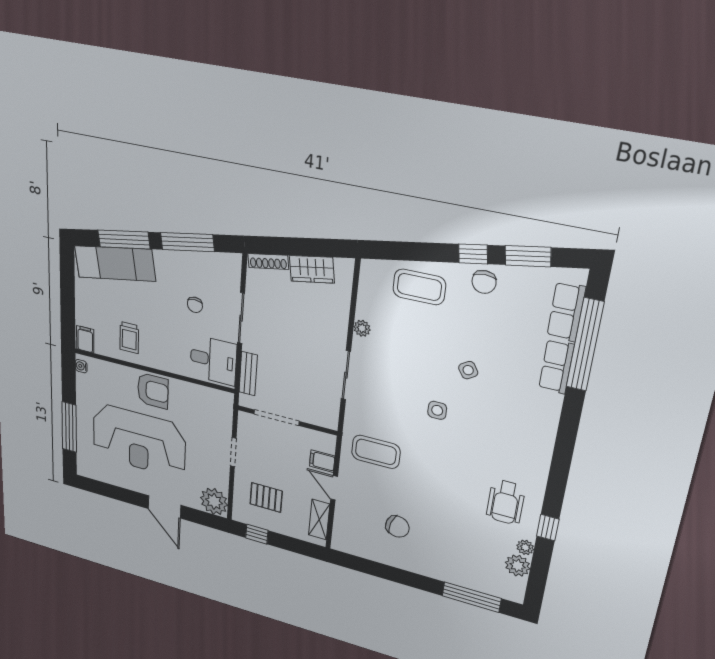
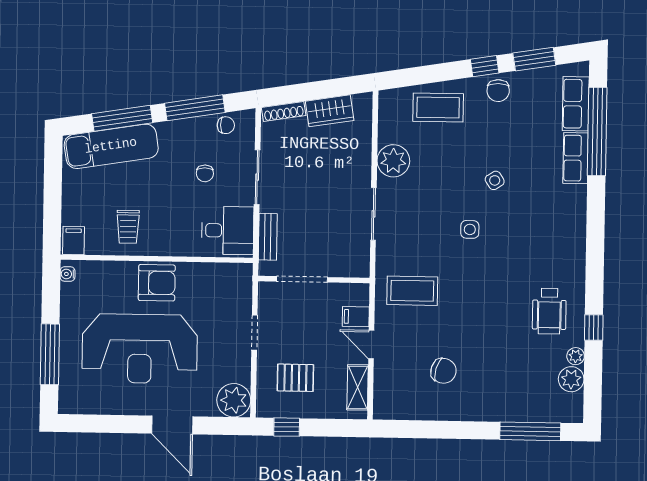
chair: (215, 264) -> (226, 125), added
plant: (362, 328) -> (393, 161), width x1.88, depth x1.88

